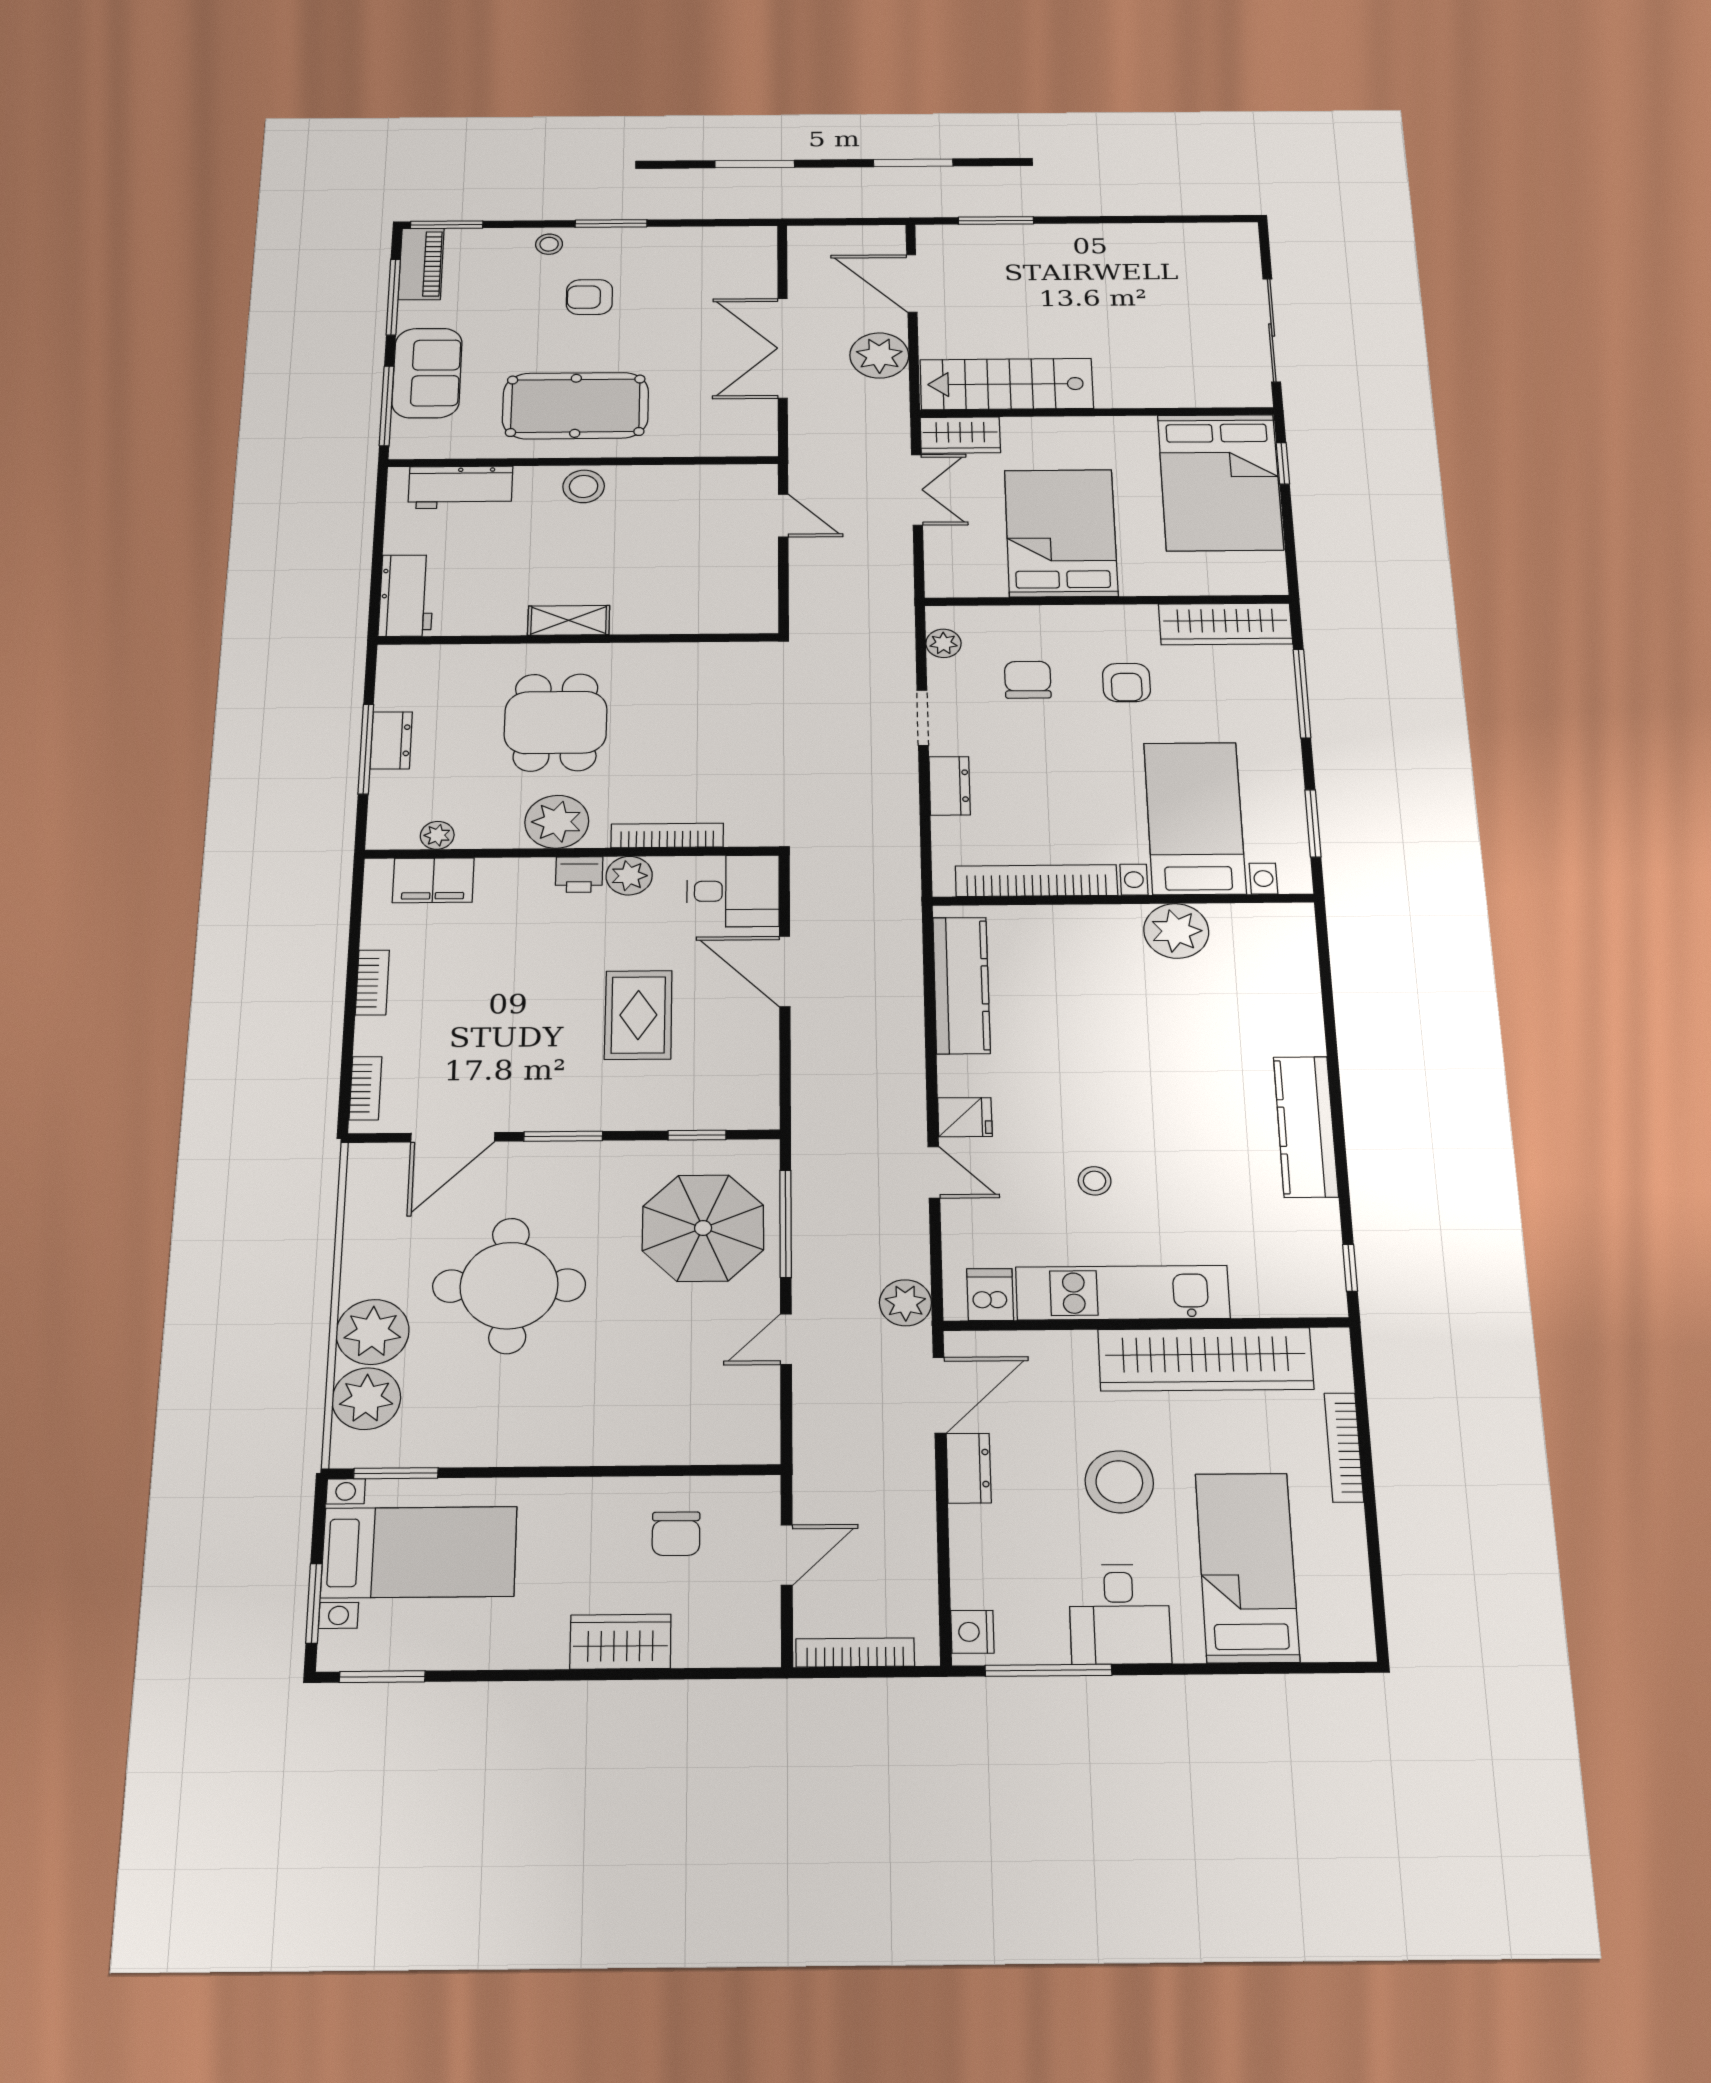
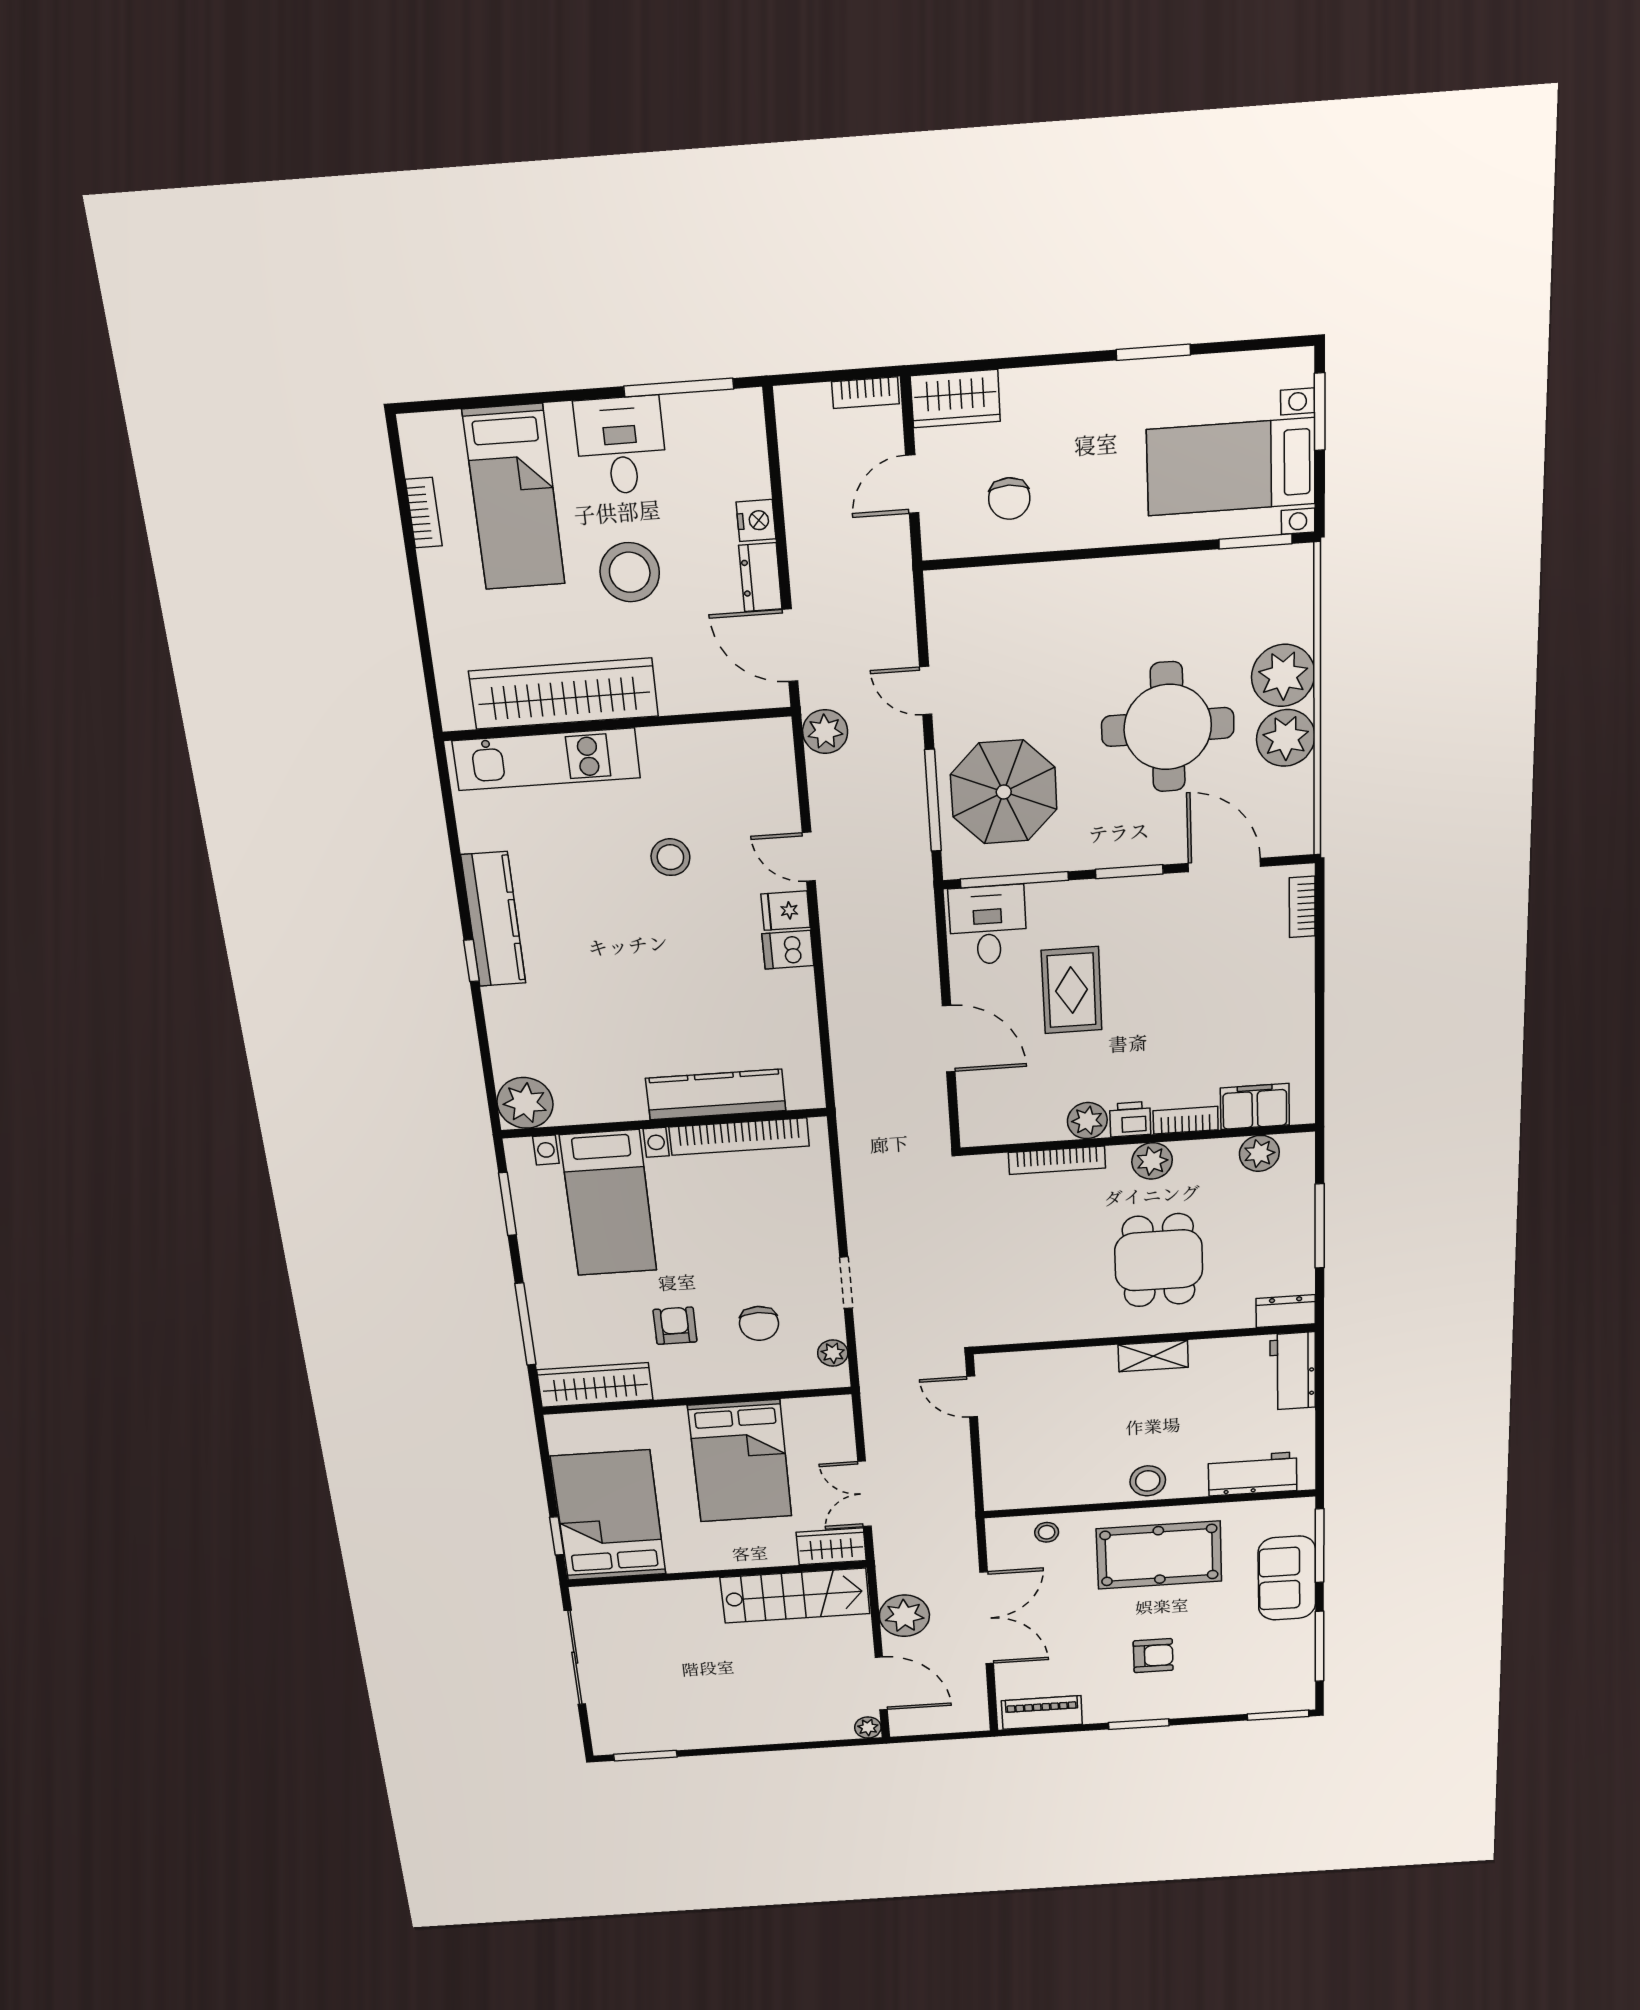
window: (996, 221) -> (645, 1756), moved
plant: (931, 236) -> (868, 1727), added
stool: (549, 244) -> (1047, 1532), moved
piano: (421, 264) -> (1042, 1713), moved, turned 90
door: (783, 516) -> (972, 1397), moved
dresser: (391, 740) -> (1286, 1311), moved, turned 90
dresser: (950, 786) -> (819, 1221), removed
plant: (557, 822) -> (1152, 1161), width x0.73, depth x0.73
plant: (437, 835) -> (1259, 1153), width x1.38, depth x1.38
desk: (733, 891) -> (988, 925), moved, turned 90
plant: (1176, 931) -> (525, 1103), moved
bookcase: (372, 983) -> (1186, 1120), moved, turned 90
kitchen counter: (961, 985) -> (716, 1094), moved, turned 90
window: (697, 1135) -> (1014, 880), width x2.17
door: (453, 1137) -> (1224, 865), hinge flipped
stool: (1095, 1181) -> (670, 857), width x1.37, depth x1.37
window: (1350, 1268) -> (471, 961), moved
kitchen unit: (1123, 1293) -> (546, 759), moved
dishwasher: (990, 1295) -> (788, 950), moved, turned 90
door: (786, 1339) -> (926, 691), swing flipped
door: (939, 1395) -> (790, 645), hinge flipped
plant: (366, 1399) -> (1286, 738), moved
bookcase: (1344, 1447) -> (424, 513), moved, width x0.64
chair: (676, 1534) -> (1009, 498), turned 180
nightstand: (972, 1632) -> (756, 520), moved
wardrobe: (620, 1642) -> (955, 399), moved
bookcase: (855, 1652) -> (865, 393), width x0.64
window: (382, 1677) -> (1153, 352), moved

